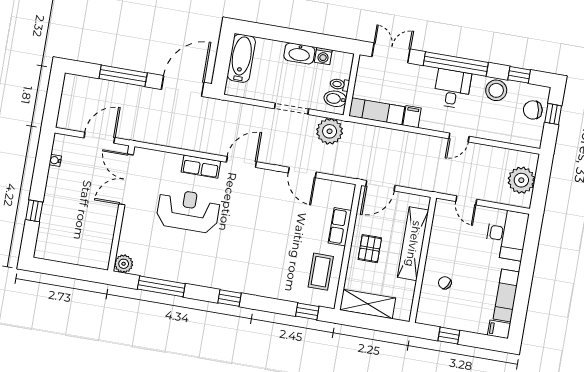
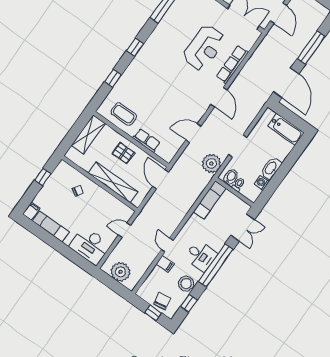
filing cabinet: (412, 117) -> (165, 264), moved
row of seats: (201, 167) -> (232, 64), width x1.48
window: (307, 311) -> (113, 78), moved

